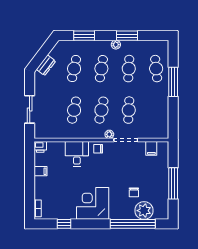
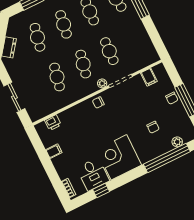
printer: (40, 147) -> (53, 123), moved
desk: (77, 154) -> (93, 174), moved, turned 180
chair: (162, 176) -> (172, 98), added
plant: (144, 211) -> (177, 142), width x0.53, depth x0.53

